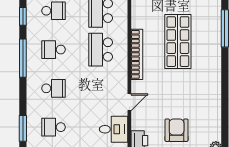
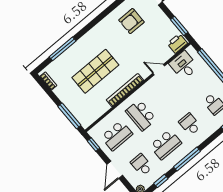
school desk: (53, 50) -> (166, 145), width x1.85
school desk: (101, 50) -> (141, 115), turned 90
armchair: (177, 130) -> (131, 21), moved

